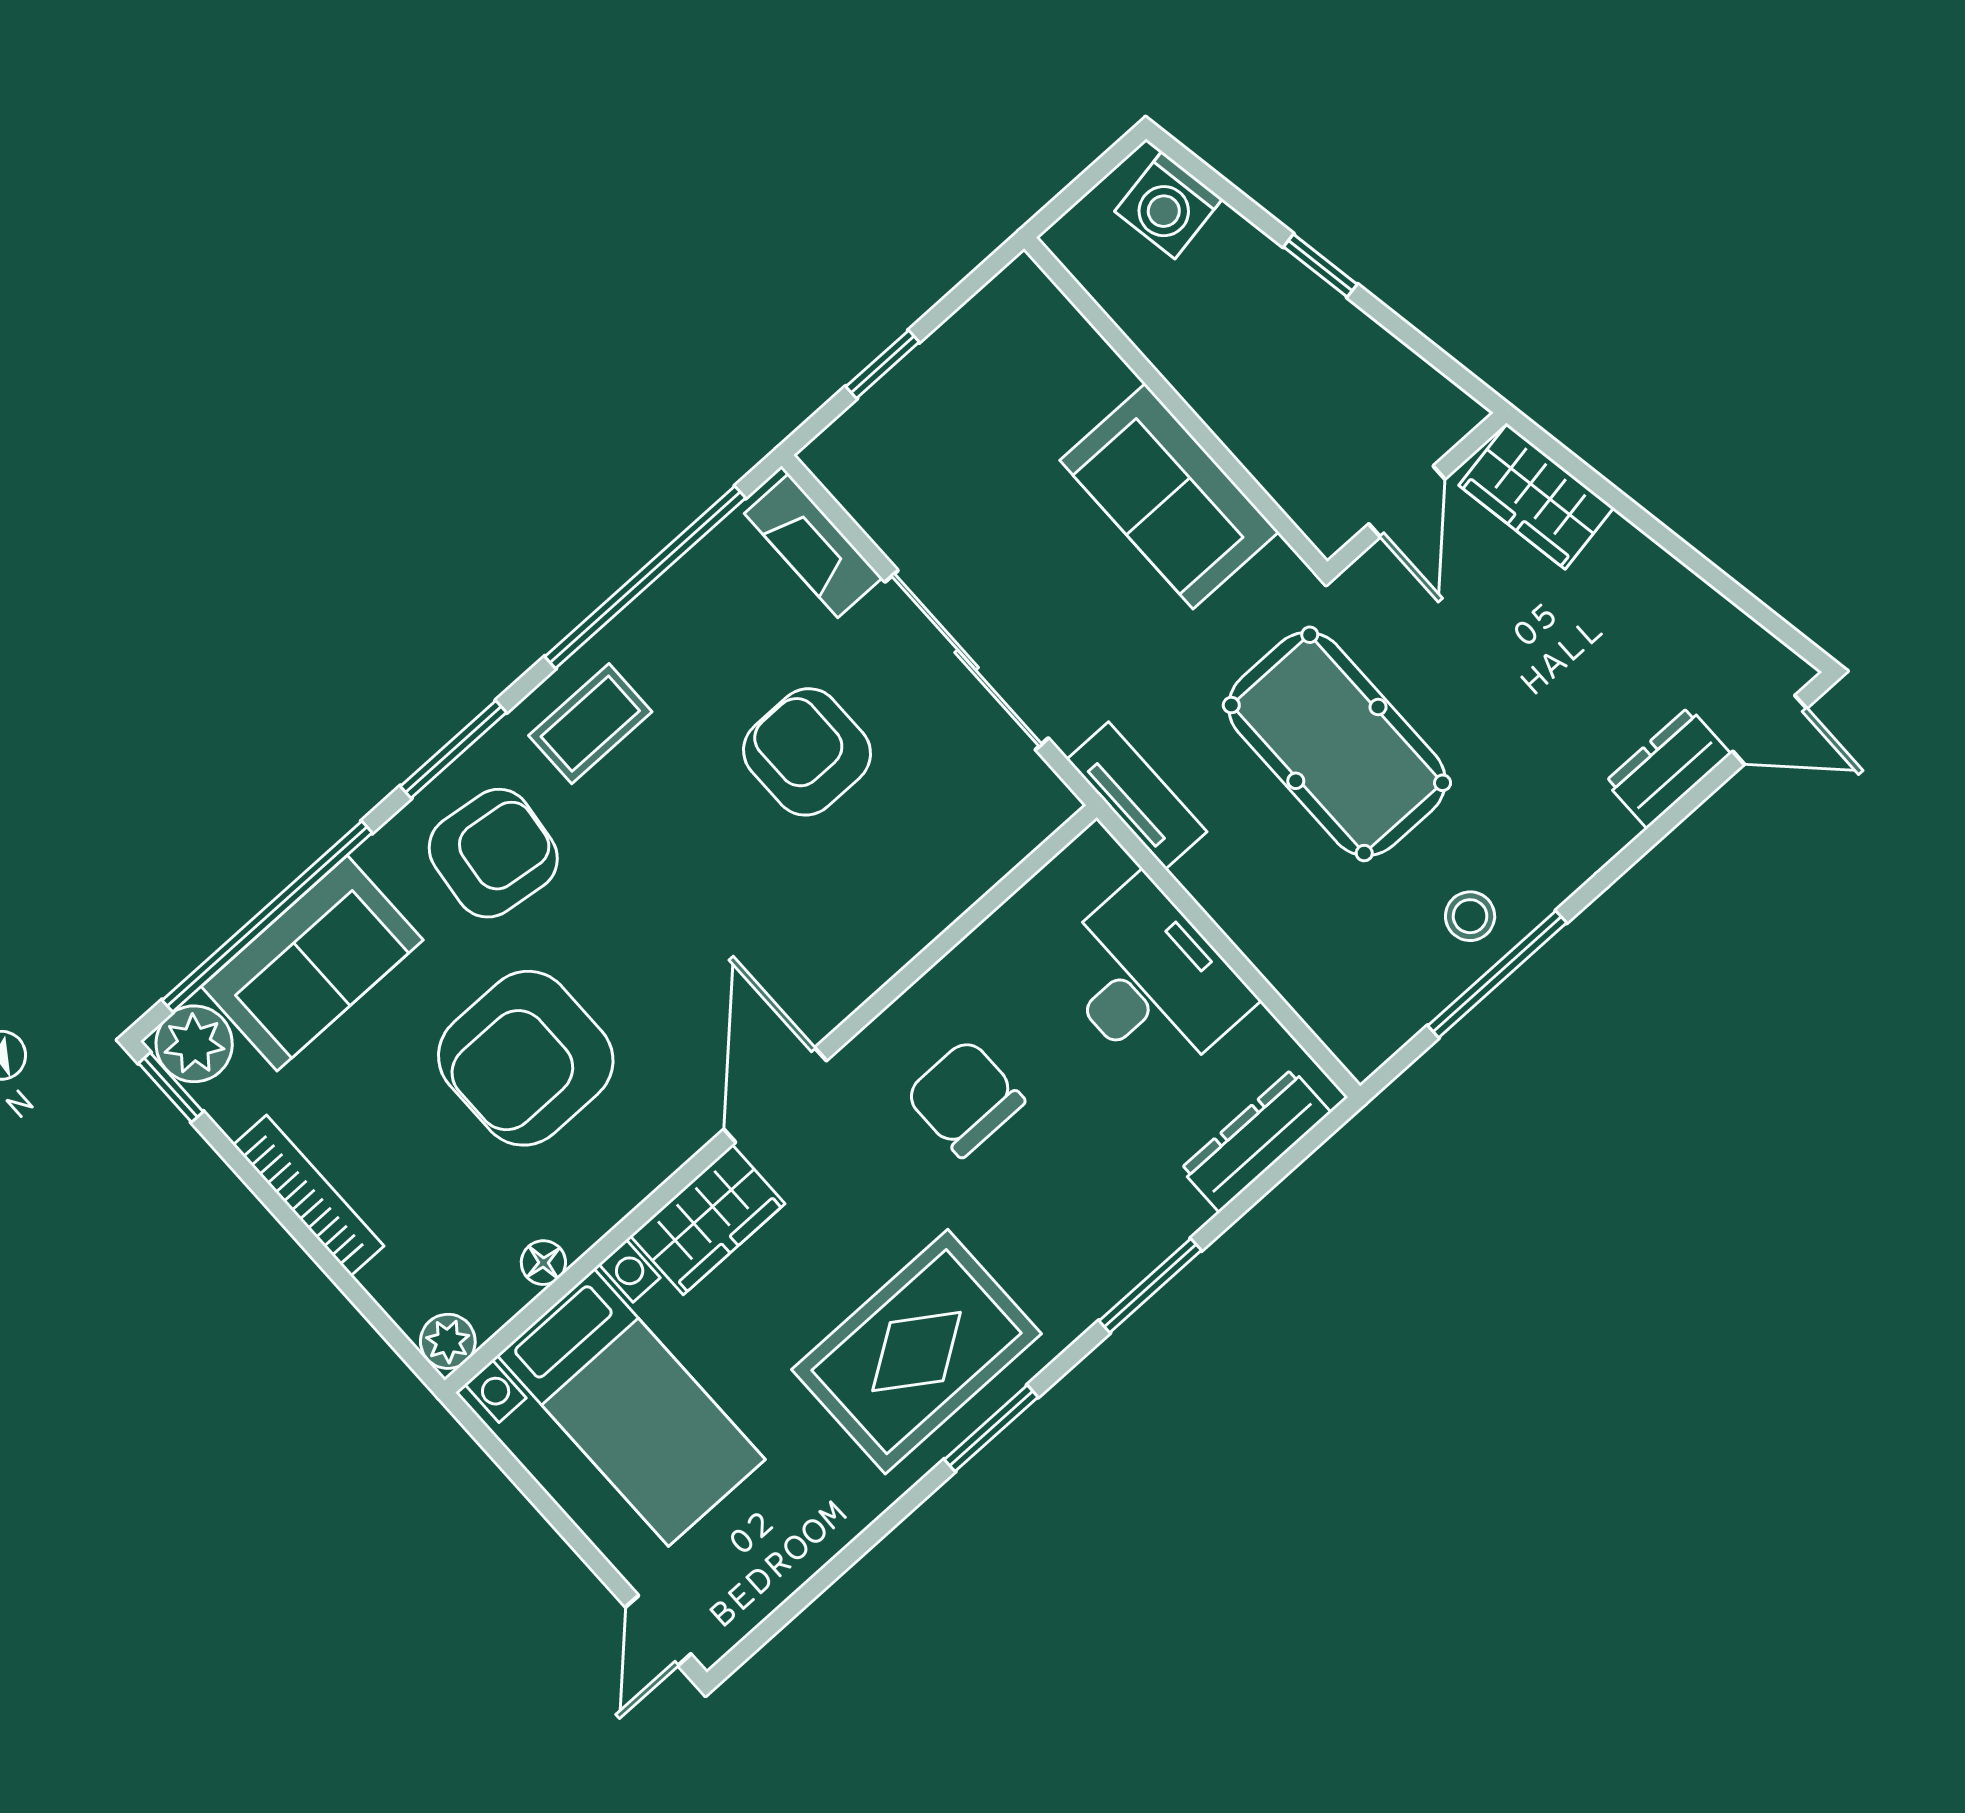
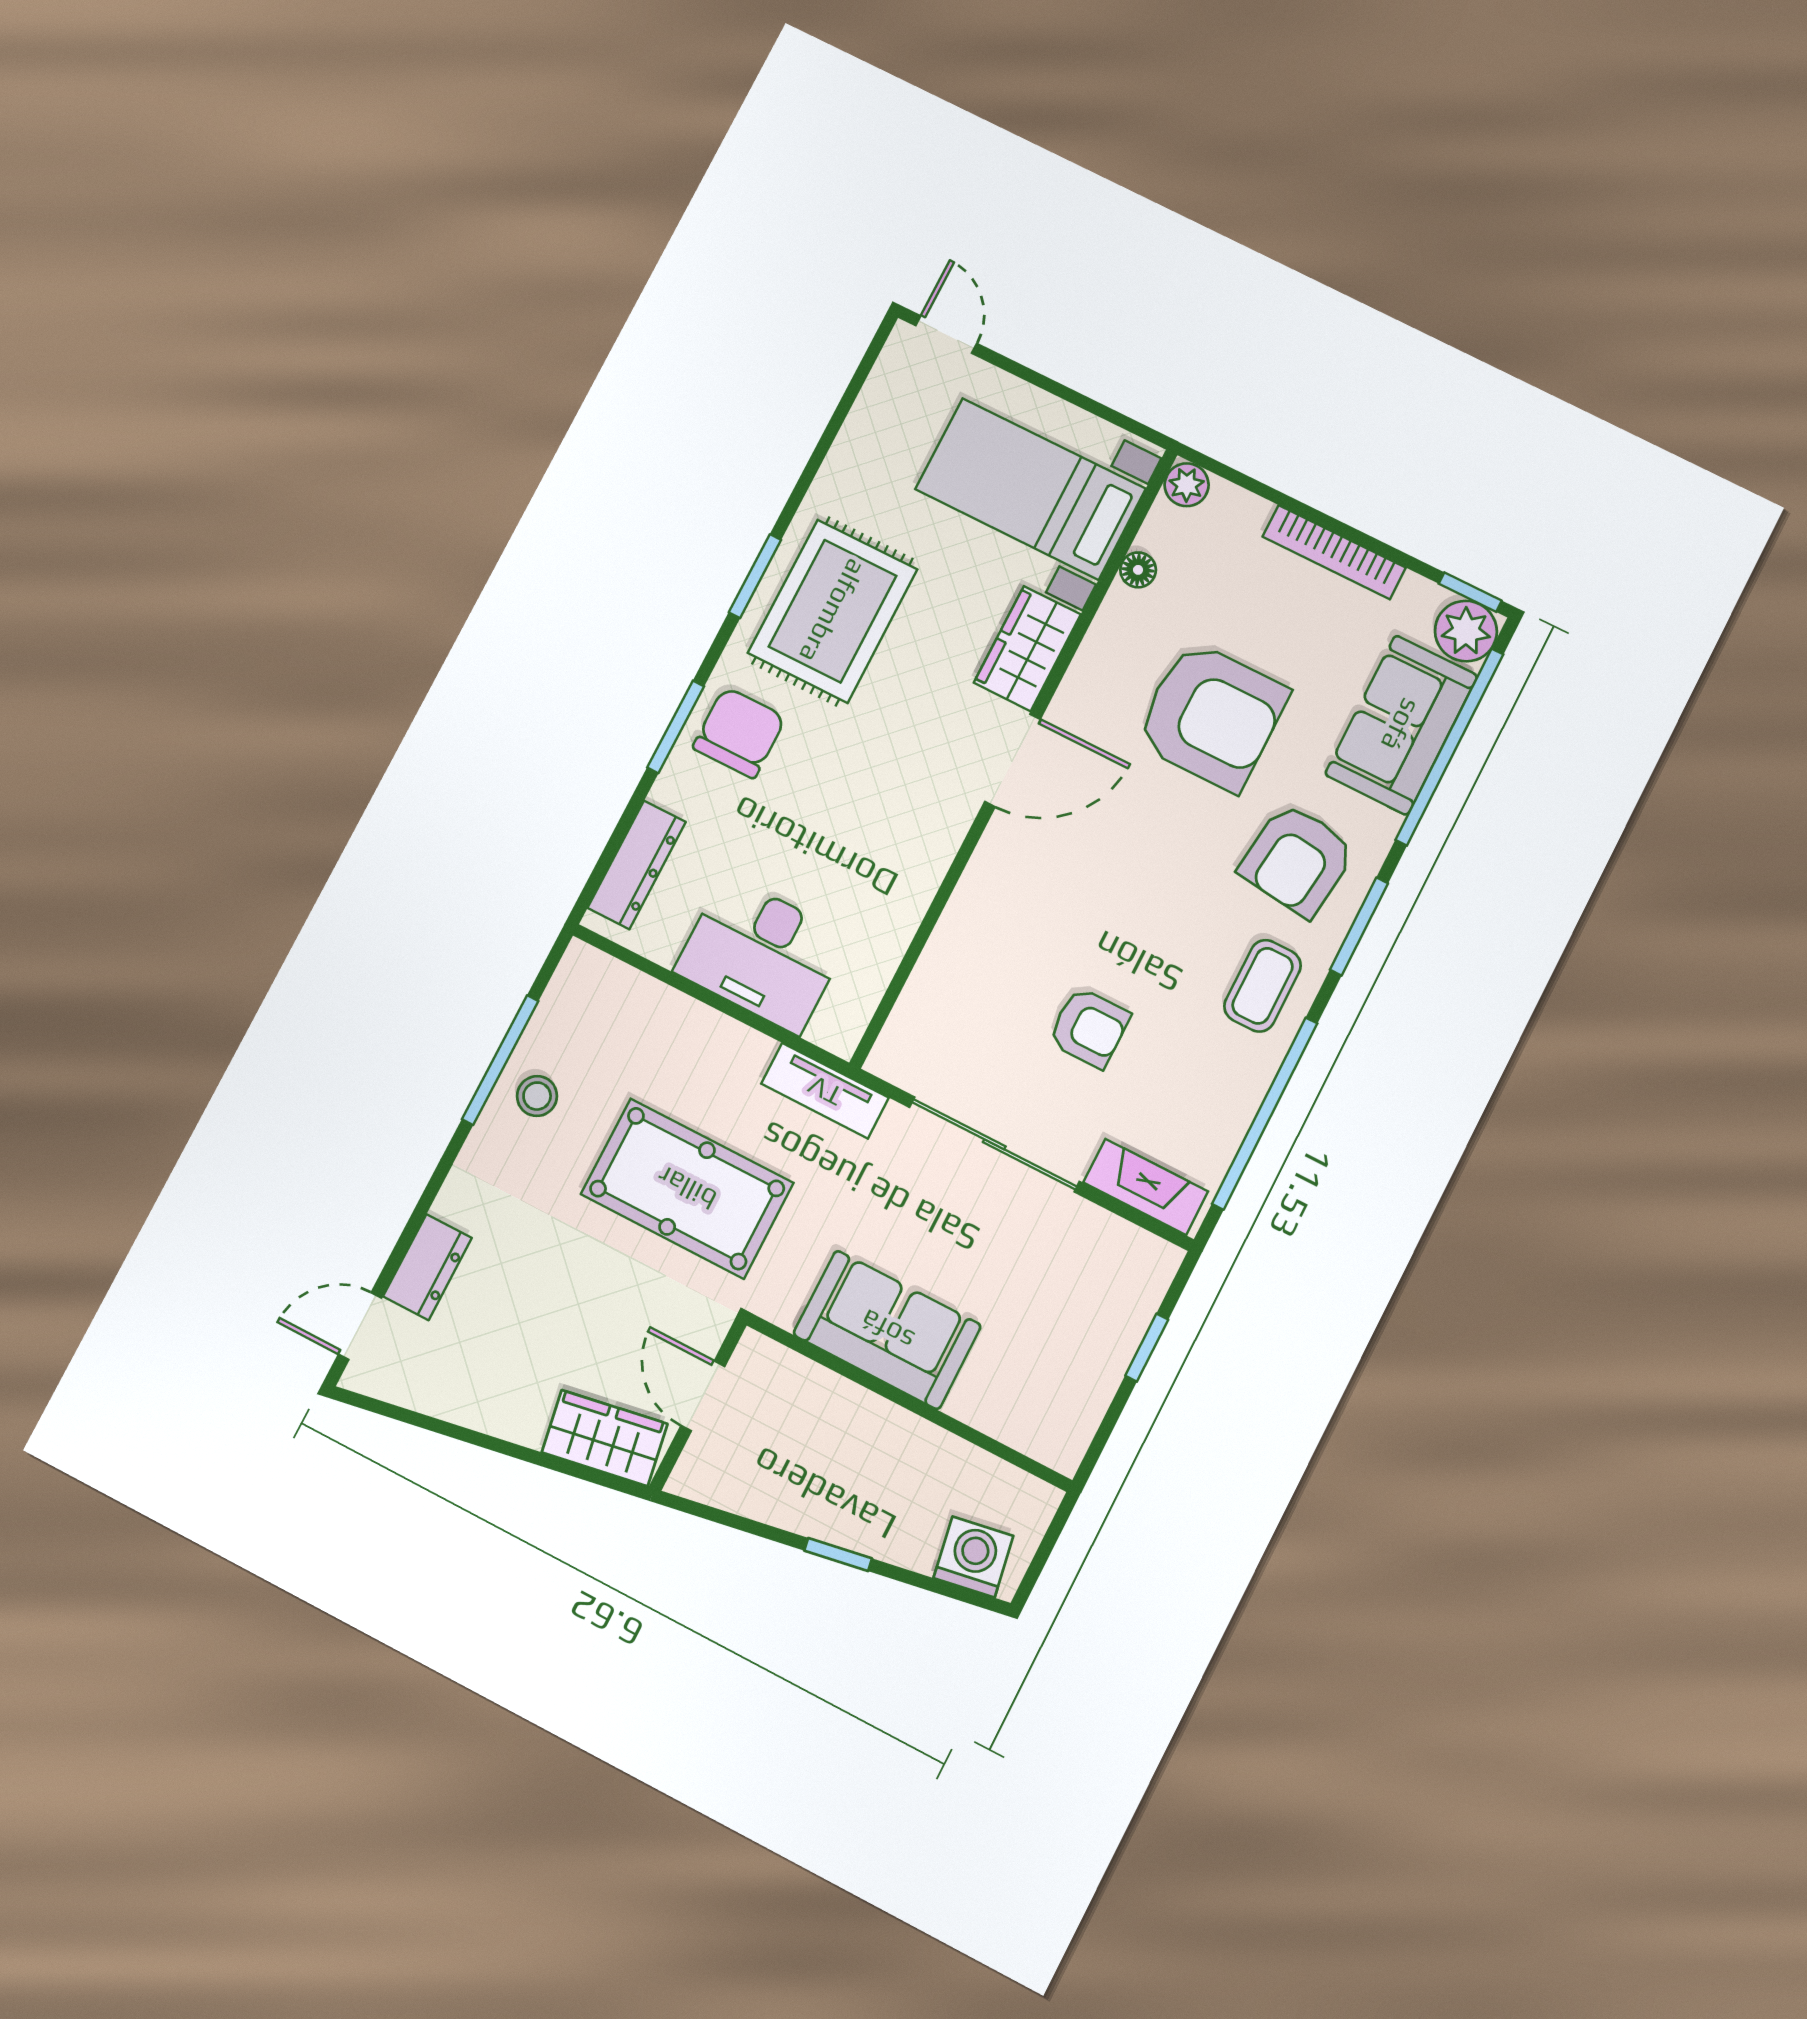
armchair: (807, 752) -> (1089, 1028), width x0.72, depth x0.72
armchair: (526, 1058) -> (1212, 716), turned 90
door: (775, 1095) -> (1013, 760), hinge flipped
chair: (965, 1098) -> (739, 733), moved, turned -90

